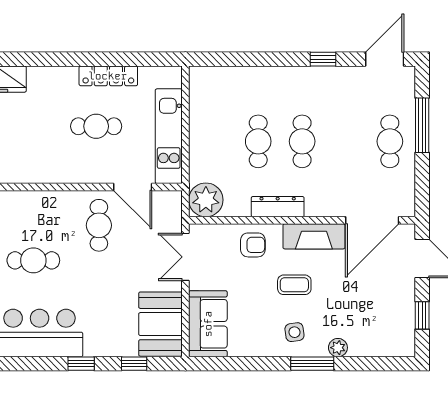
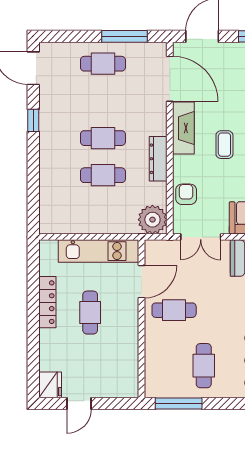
window: (422, 125) -> (124, 36), moved
armchair: (253, 245) -> (186, 194), moved

